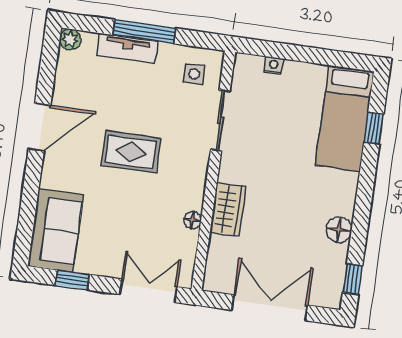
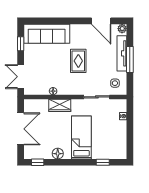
tv unit: (128, 48) -> (122, 53), width x1.41
bed: (345, 118) -> (81, 138), moved, turned 90
door: (39, 127) -> (101, 21), moved
sofa: (56, 230) -> (47, 34), width x1.36
double door: (148, 291) -> (21, 77), swing flipped

